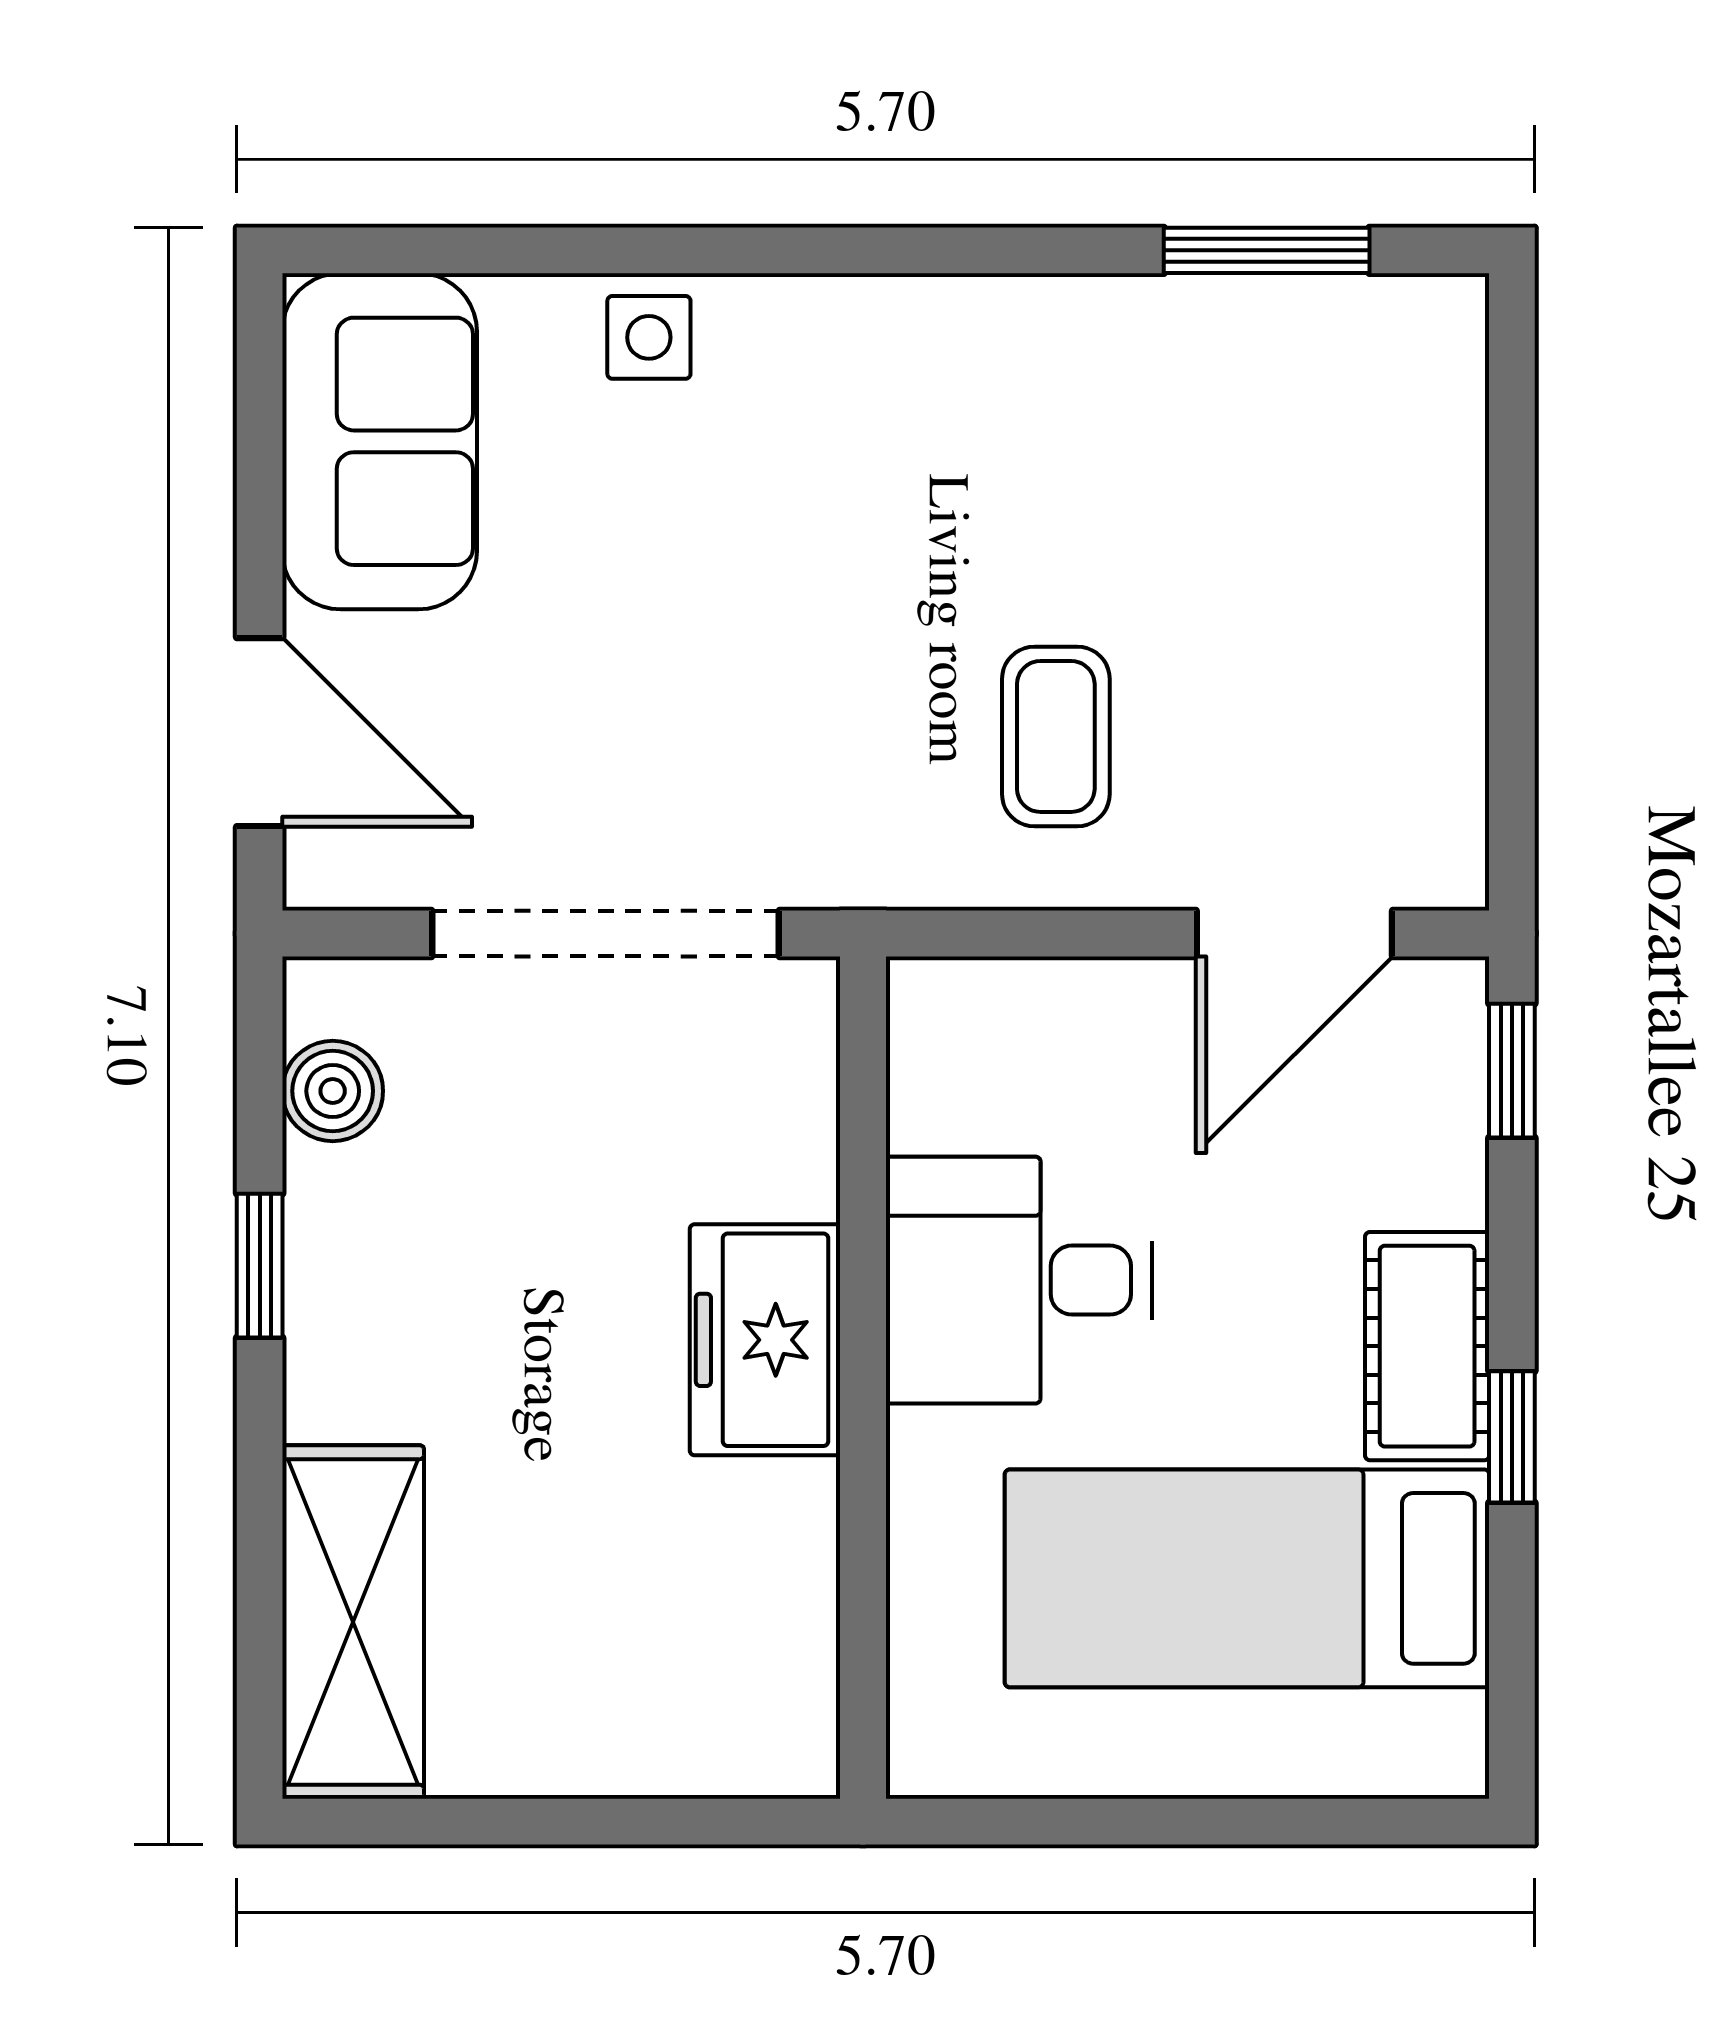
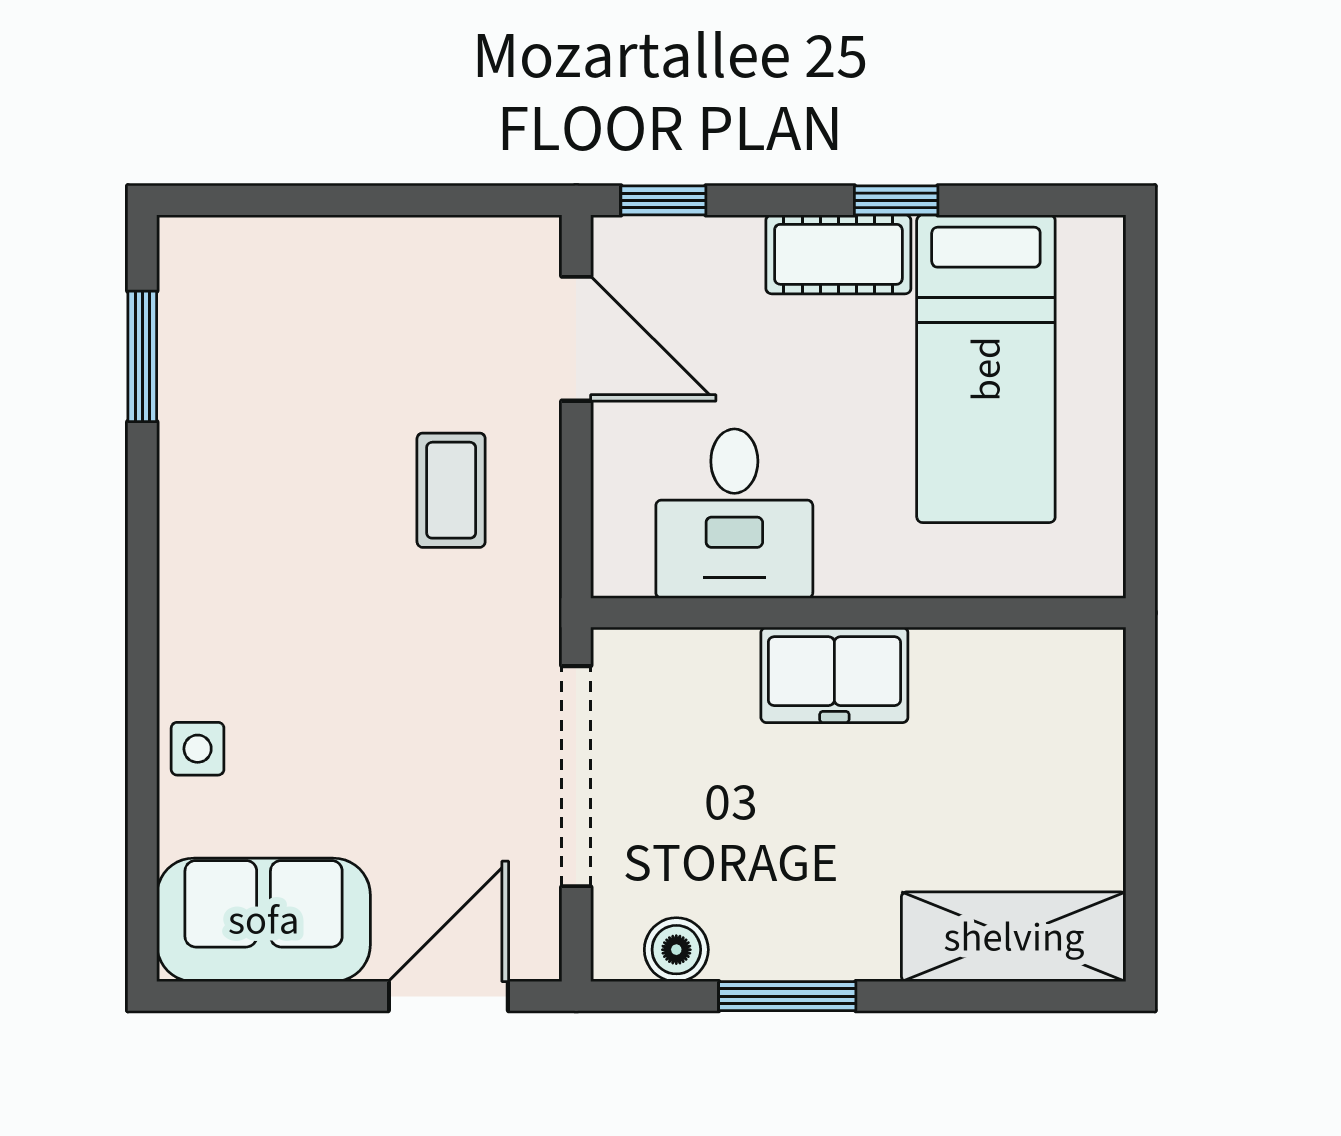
coffee table: (1056, 736) -> (451, 490), turned 90
window: (260, 1266) -> (787, 996), width x1.50
desk: (1019, 1280) -> (734, 514), moved

